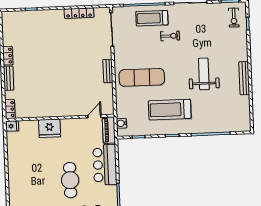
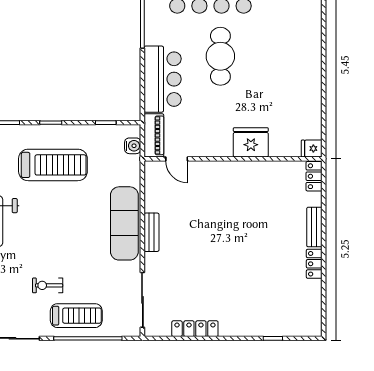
exercise mat: (142, 77) -> (124, 223), moved, turned 90
door: (94, 116) -> (177, 159), hinge flipped

